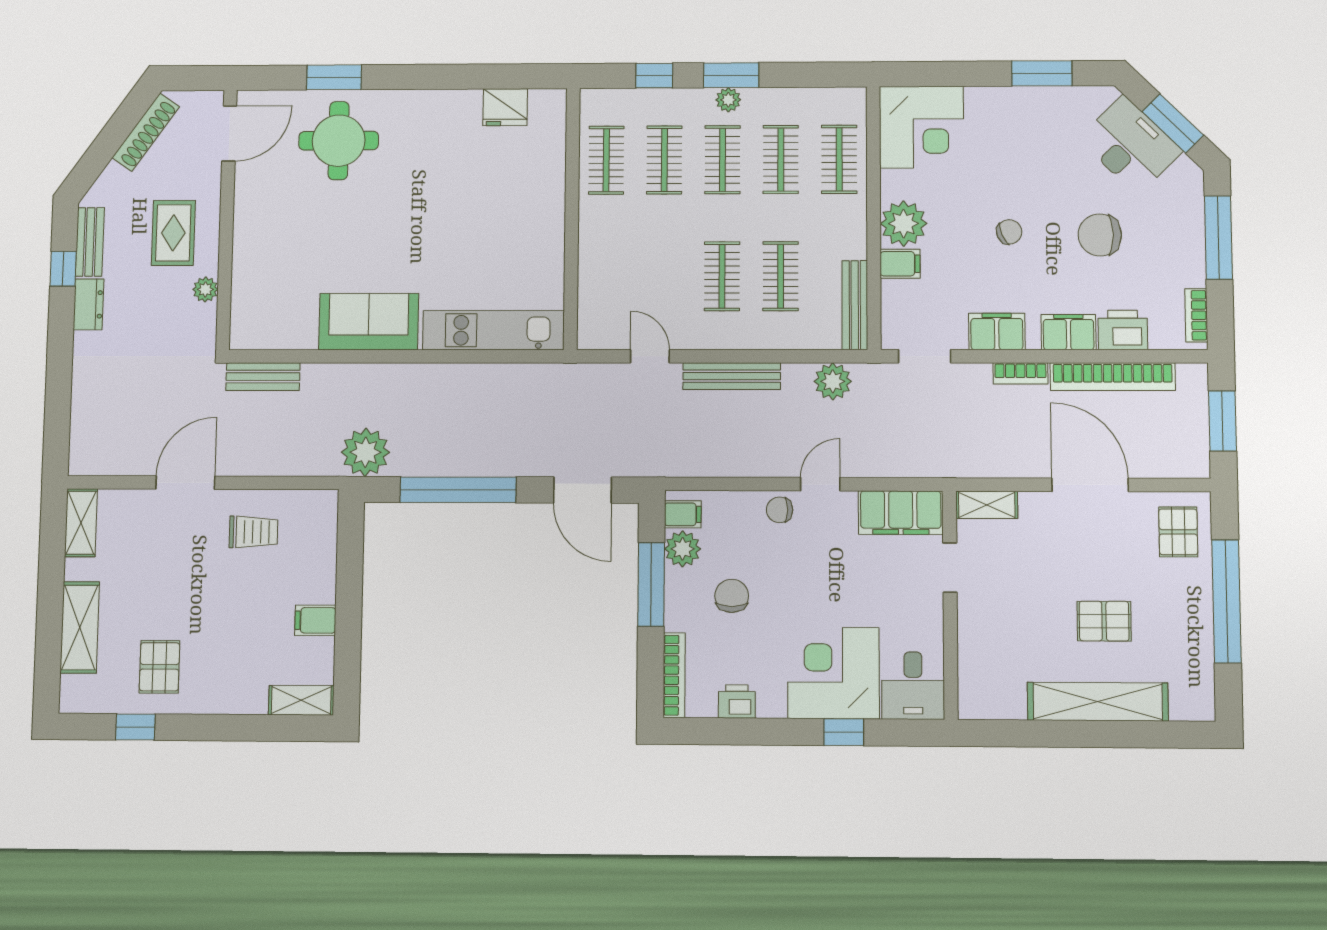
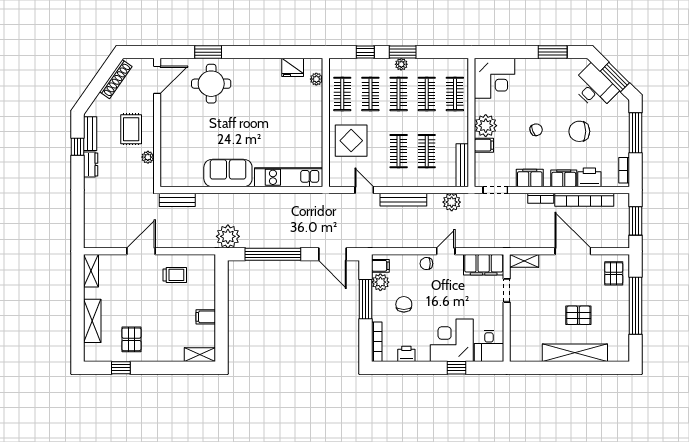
plant: (554, 131) -> (316, 79), added
display table: (624, 255) -> (351, 141), added

